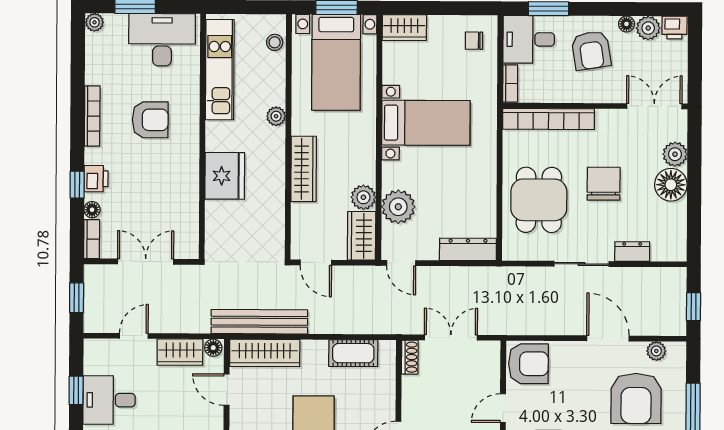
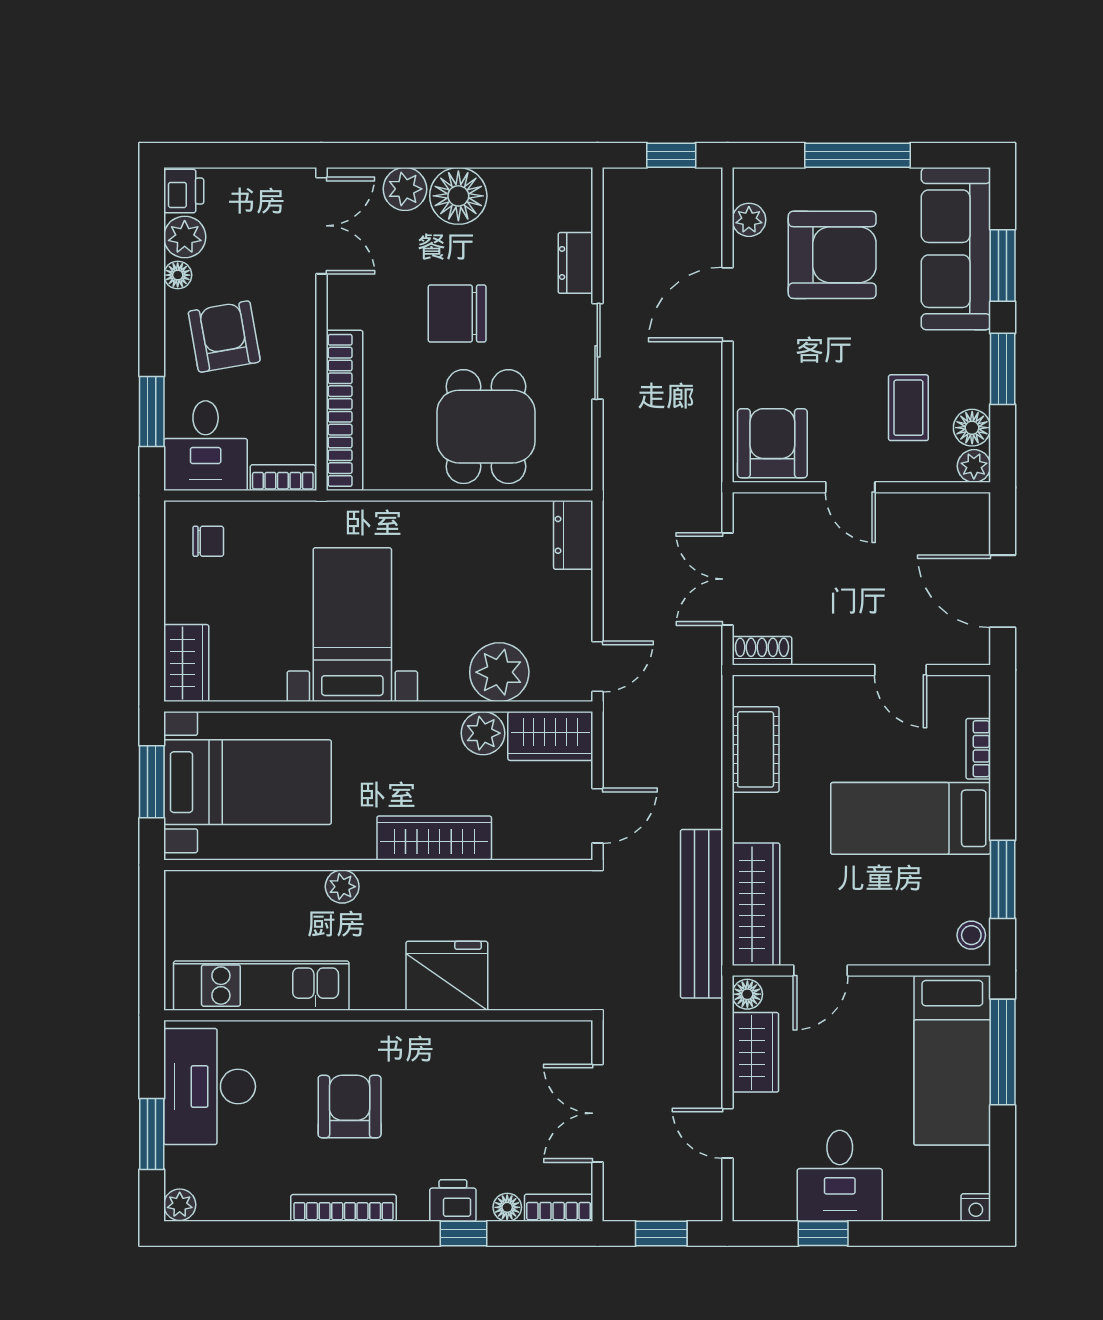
chair: (474, 41) -> (208, 541), turned -90
stool: (275, 42) -> (213, 890), removed
armchair: (591, 50) -> (224, 337), turned -91
double door: (654, 106) -> (321, 226), swing flipped
dining table: (539, 200) -> (486, 427), turned 90
dresser: (468, 249) -> (573, 535), width x0.70

